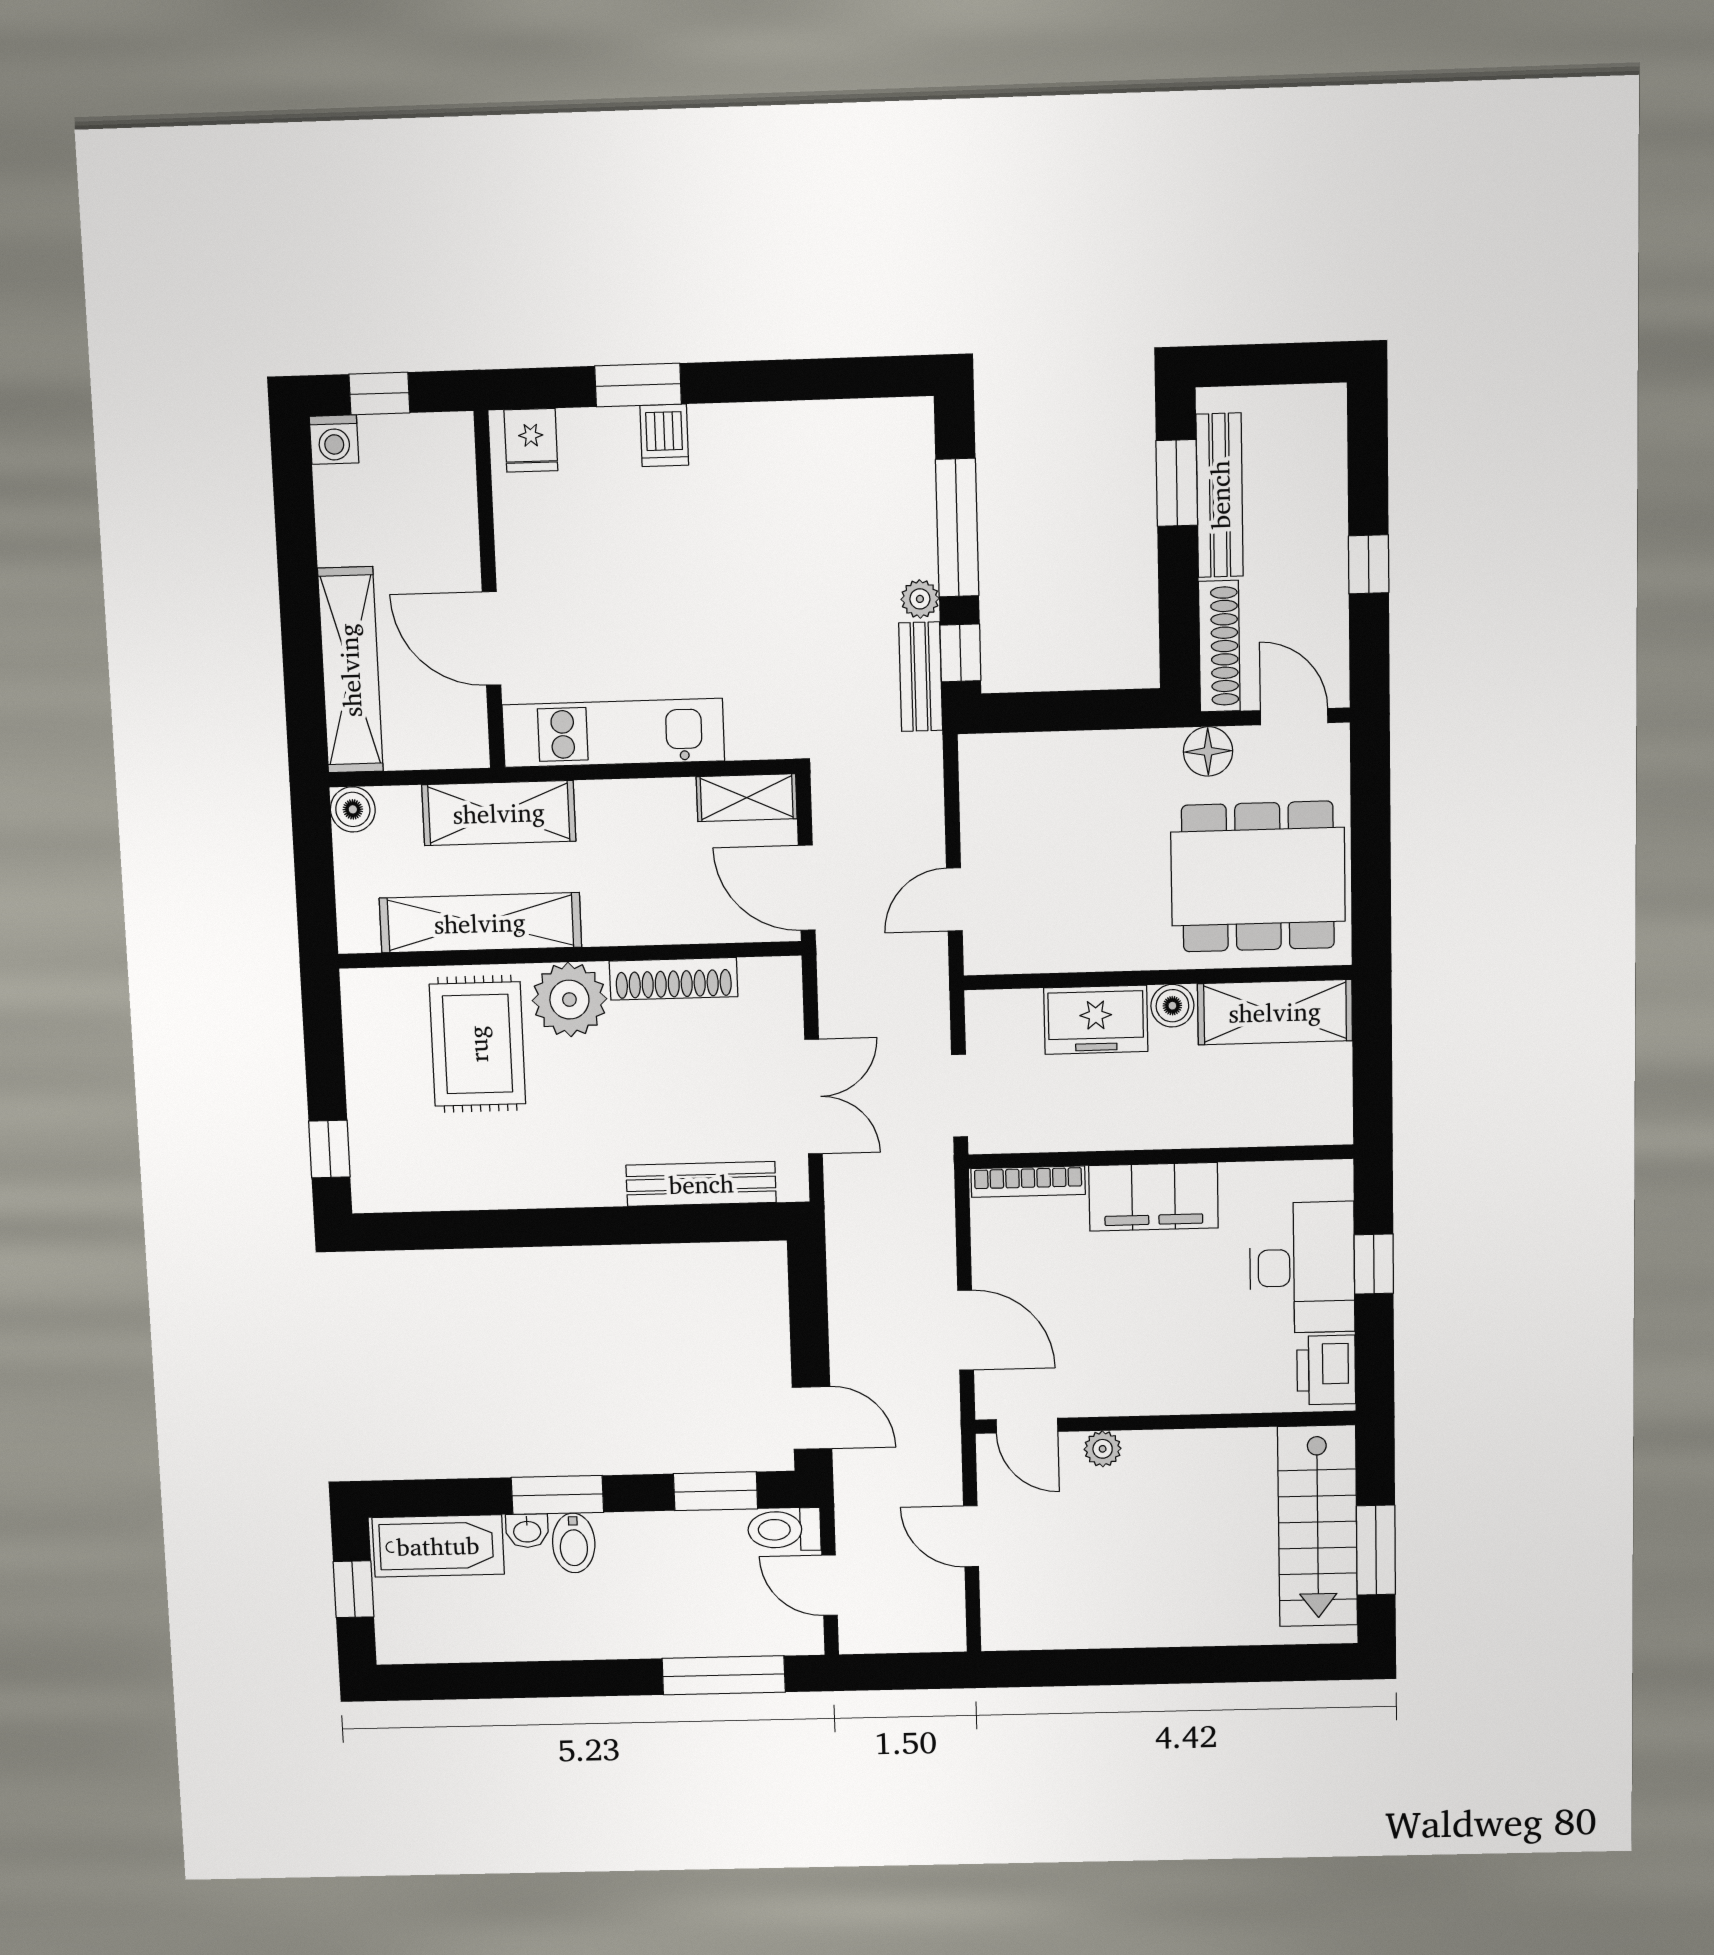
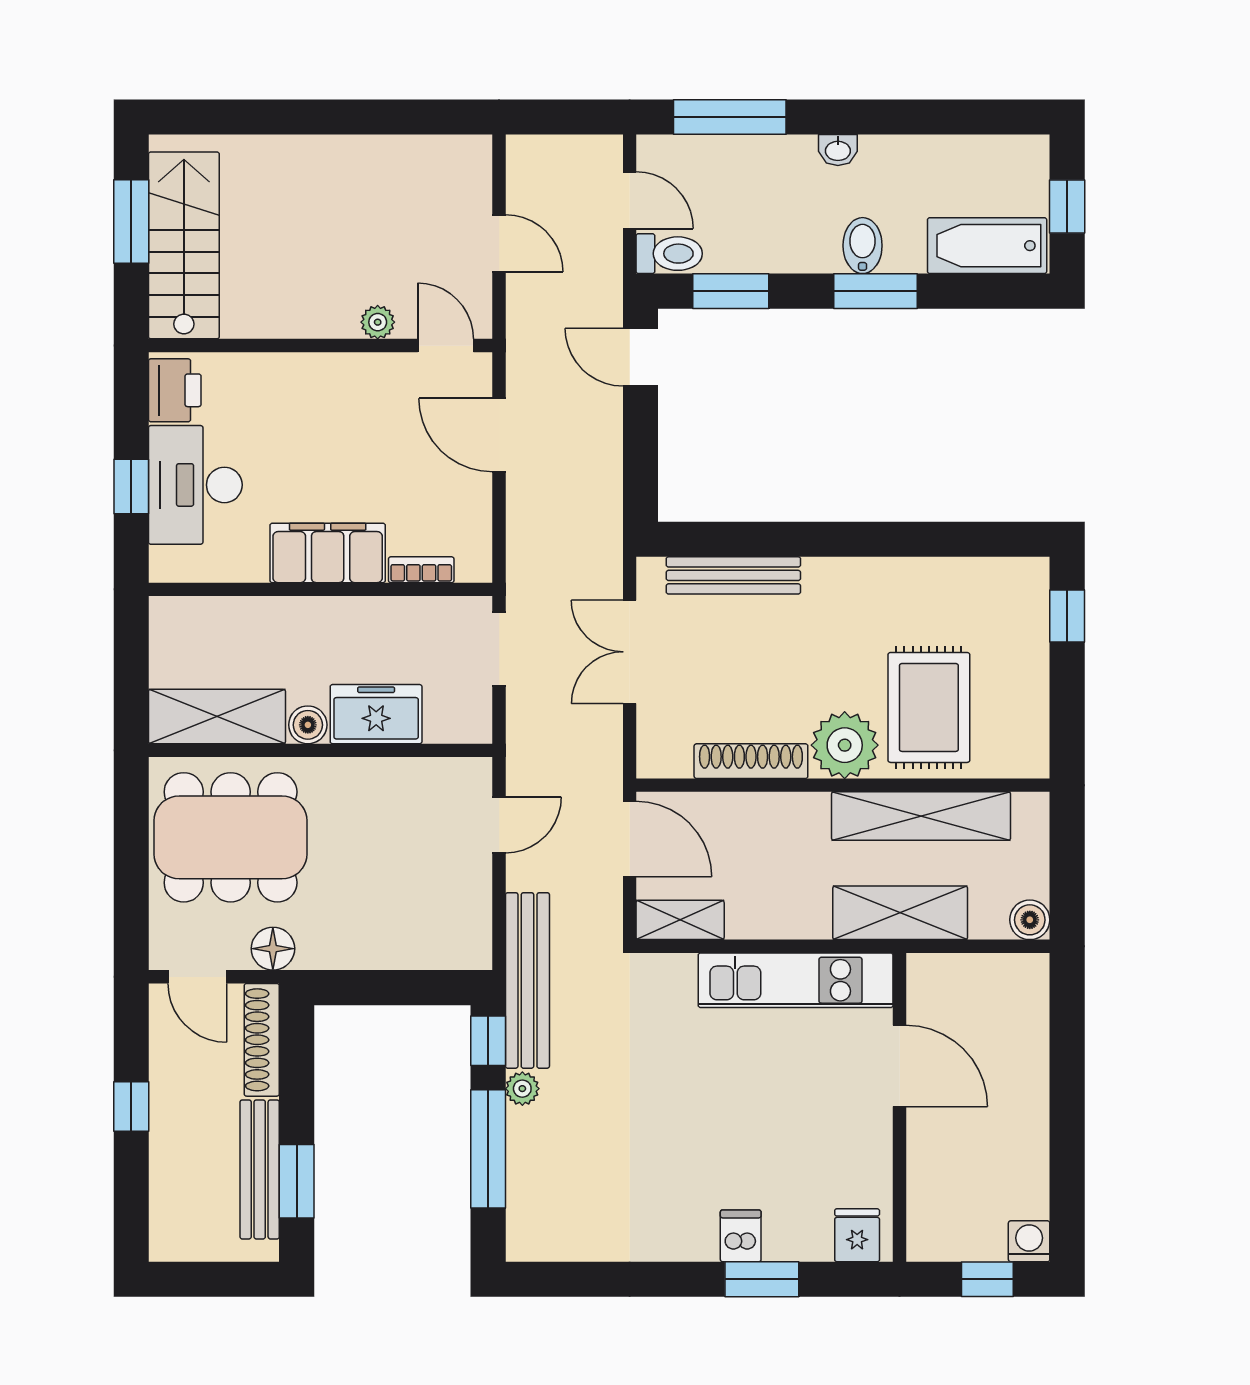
shelving: (350, 670) -> (1025, 1042), removed
bench: (921, 677) -> (527, 980), width x1.86, depth x1.21
bookcase: (1028, 1182) -> (421, 570), width x0.64
washbasin: (527, 1531) -> (838, 150), moved, turned 180

